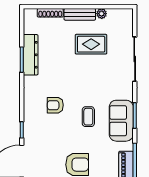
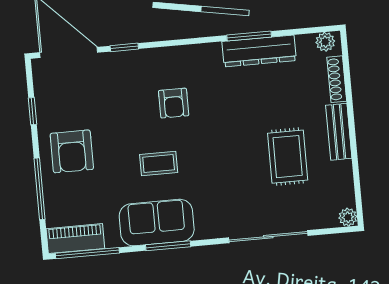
plant: (102, 14) -> (348, 217), moved
plant: (29, 17) -> (325, 42), added
armchair: (55, 105) -> (174, 103), turned 180

